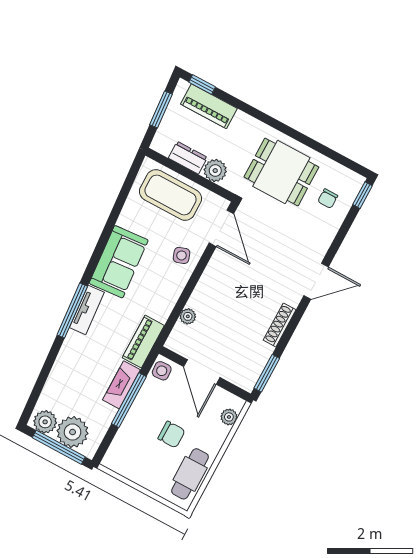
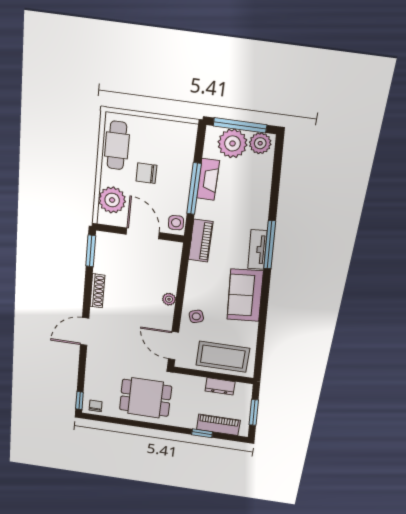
window: (202, 85) -> (202, 433), moved
plant: (215, 171) -> (195, 384), removed
chair: (328, 199) -> (96, 406), moved
plant: (188, 316) -> (169, 299), moved
fireplace: (121, 385) -> (208, 179), moved
plant: (229, 417) -> (112, 200), width x1.88, depth x1.88

